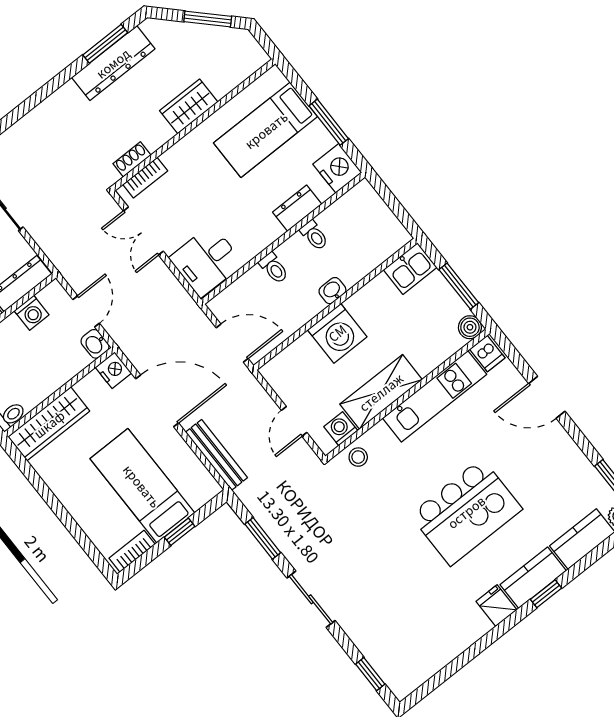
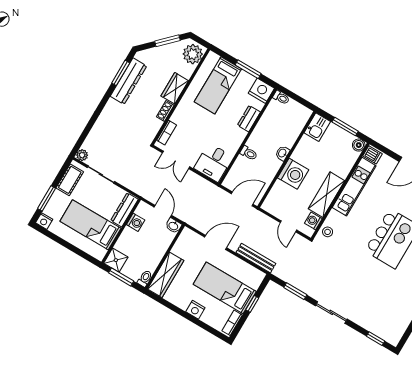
plant: (243, 59) -> (193, 54), added
shoe rack: (132, 159) -> (165, 111), moved
toilet: (314, 235) -> (281, 98), moved
nightstand: (113, 370) -> (195, 310), moved, turned 180
door: (157, 401) -> (216, 242), width x0.73

